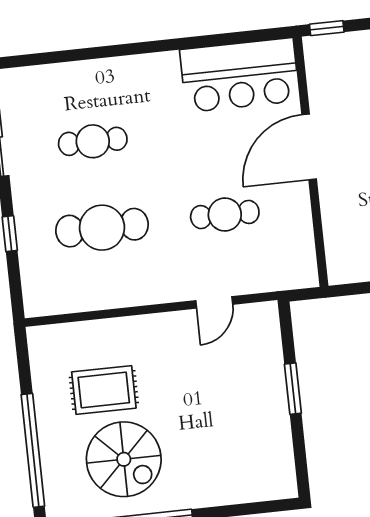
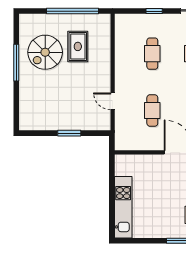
cafe table: (102, 228) -> (152, 54), width x0.73, depth x0.74
window: (33, 450) -> (73, 11), moved

